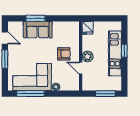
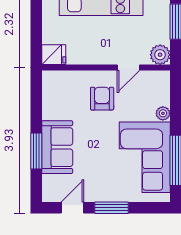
plant: (88, 57) -> (160, 55), moved

